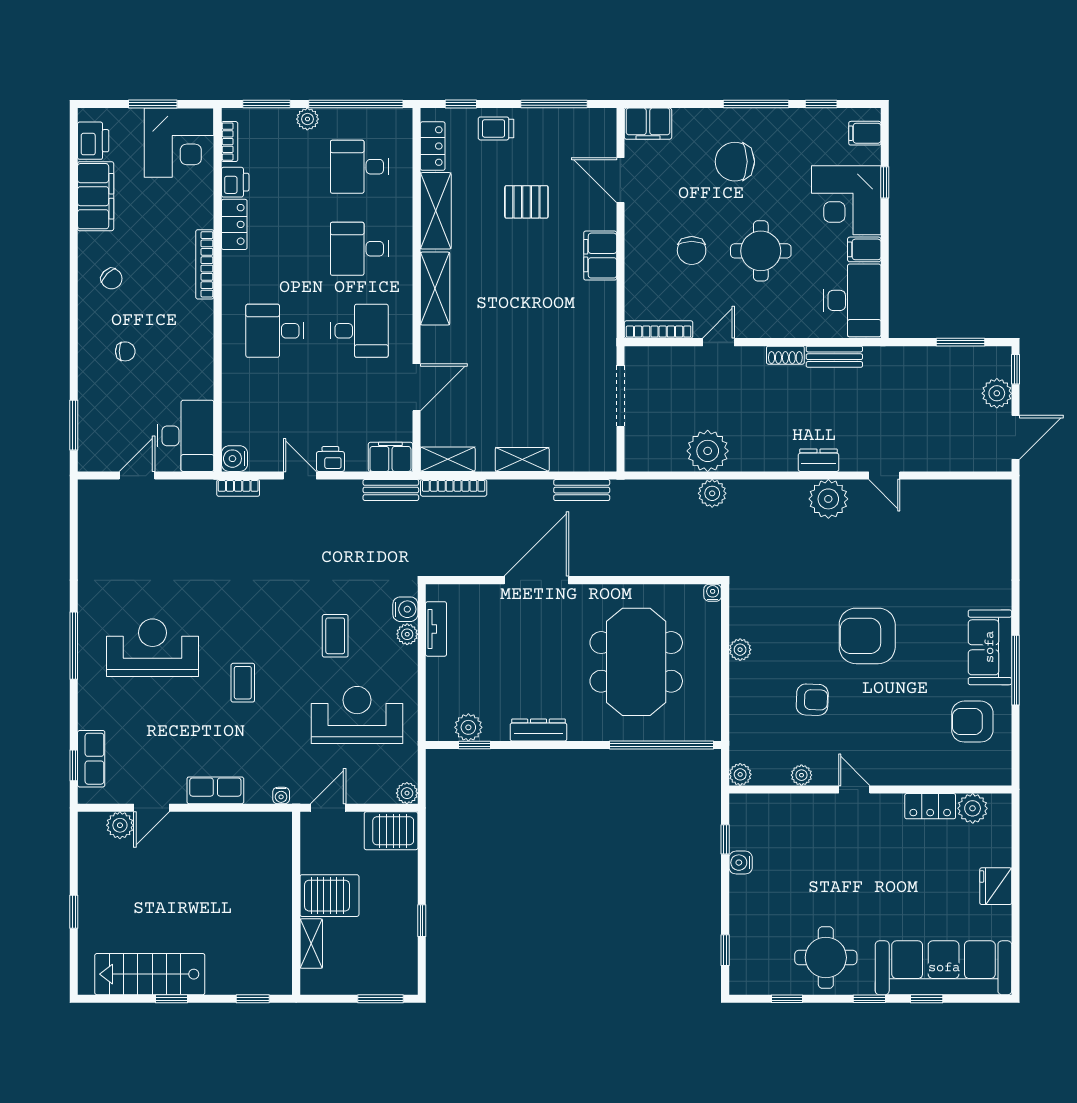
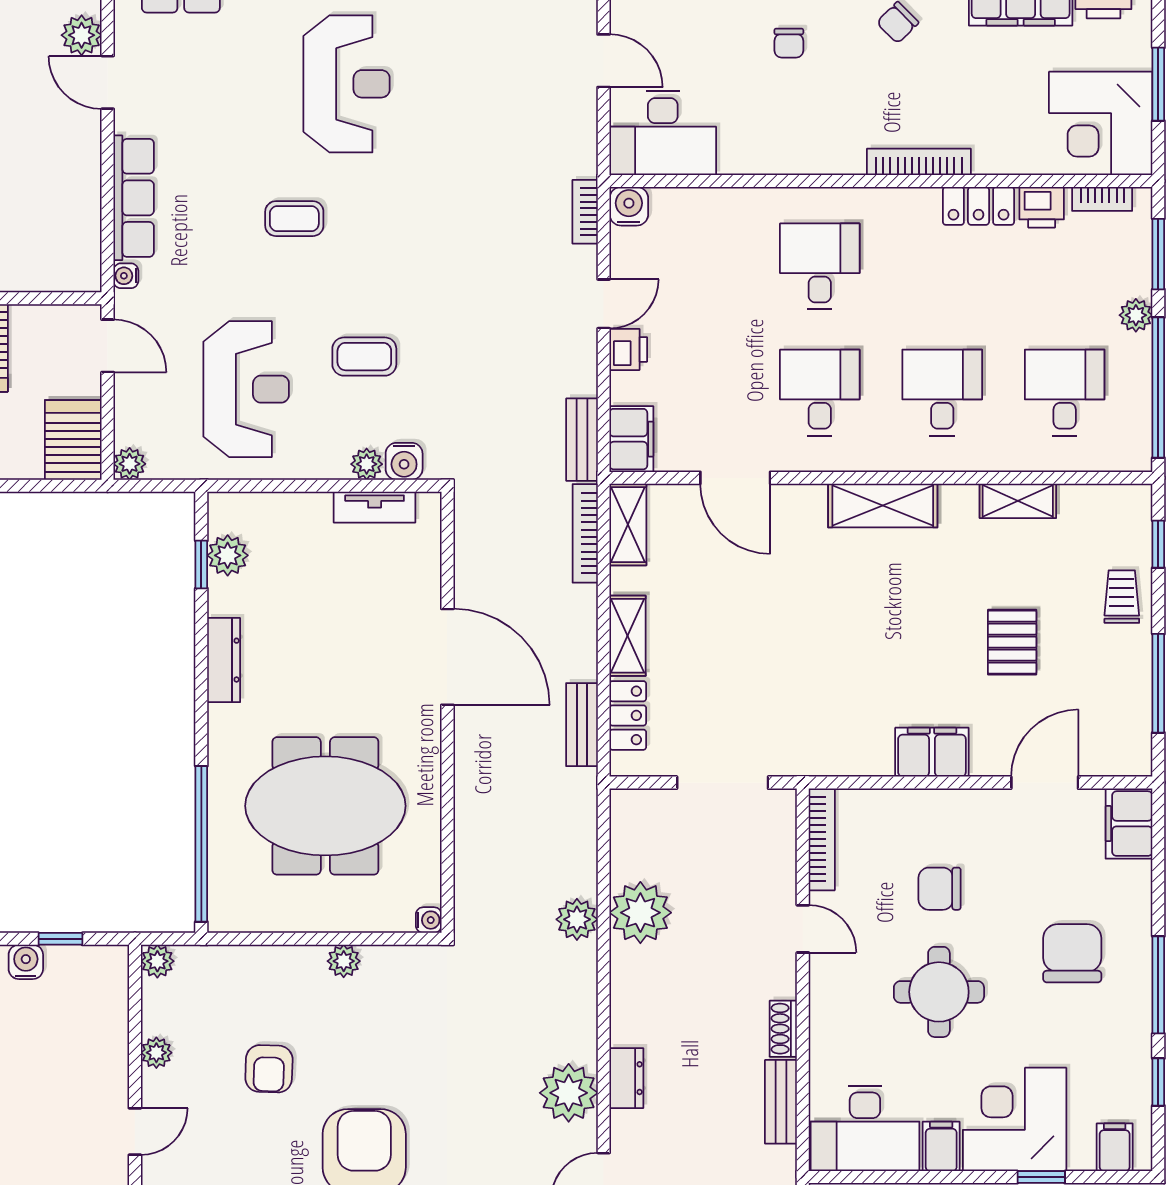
locker: (433, 146) -> (628, 715), moved, turned -90
shelving: (436, 211) -> (1018, 501), width x0.67, depth x0.75
desk: (359, 331) -> (820, 393), turned 180
row of seats: (215, 790) -> (134, 198), width x1.48

